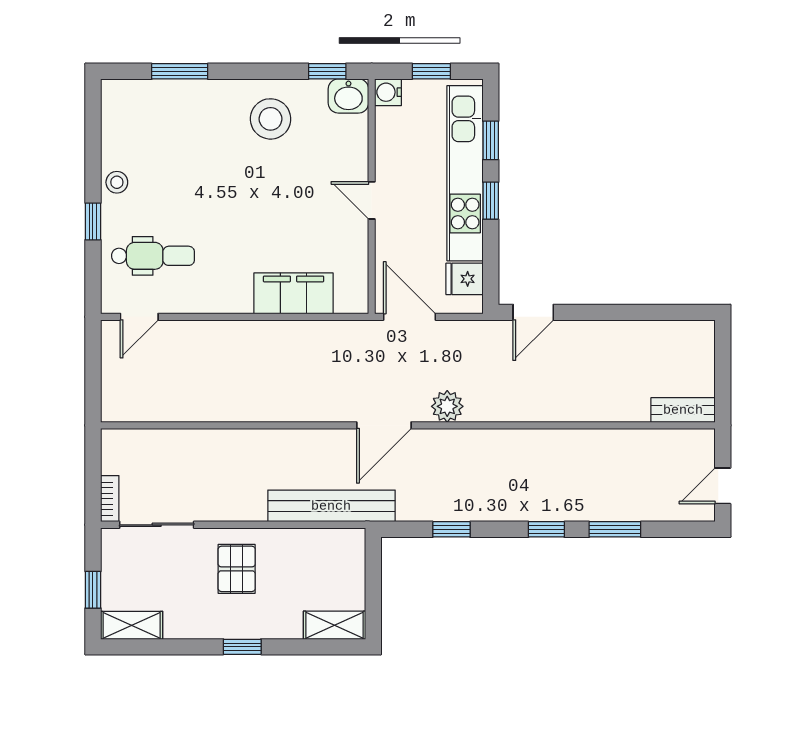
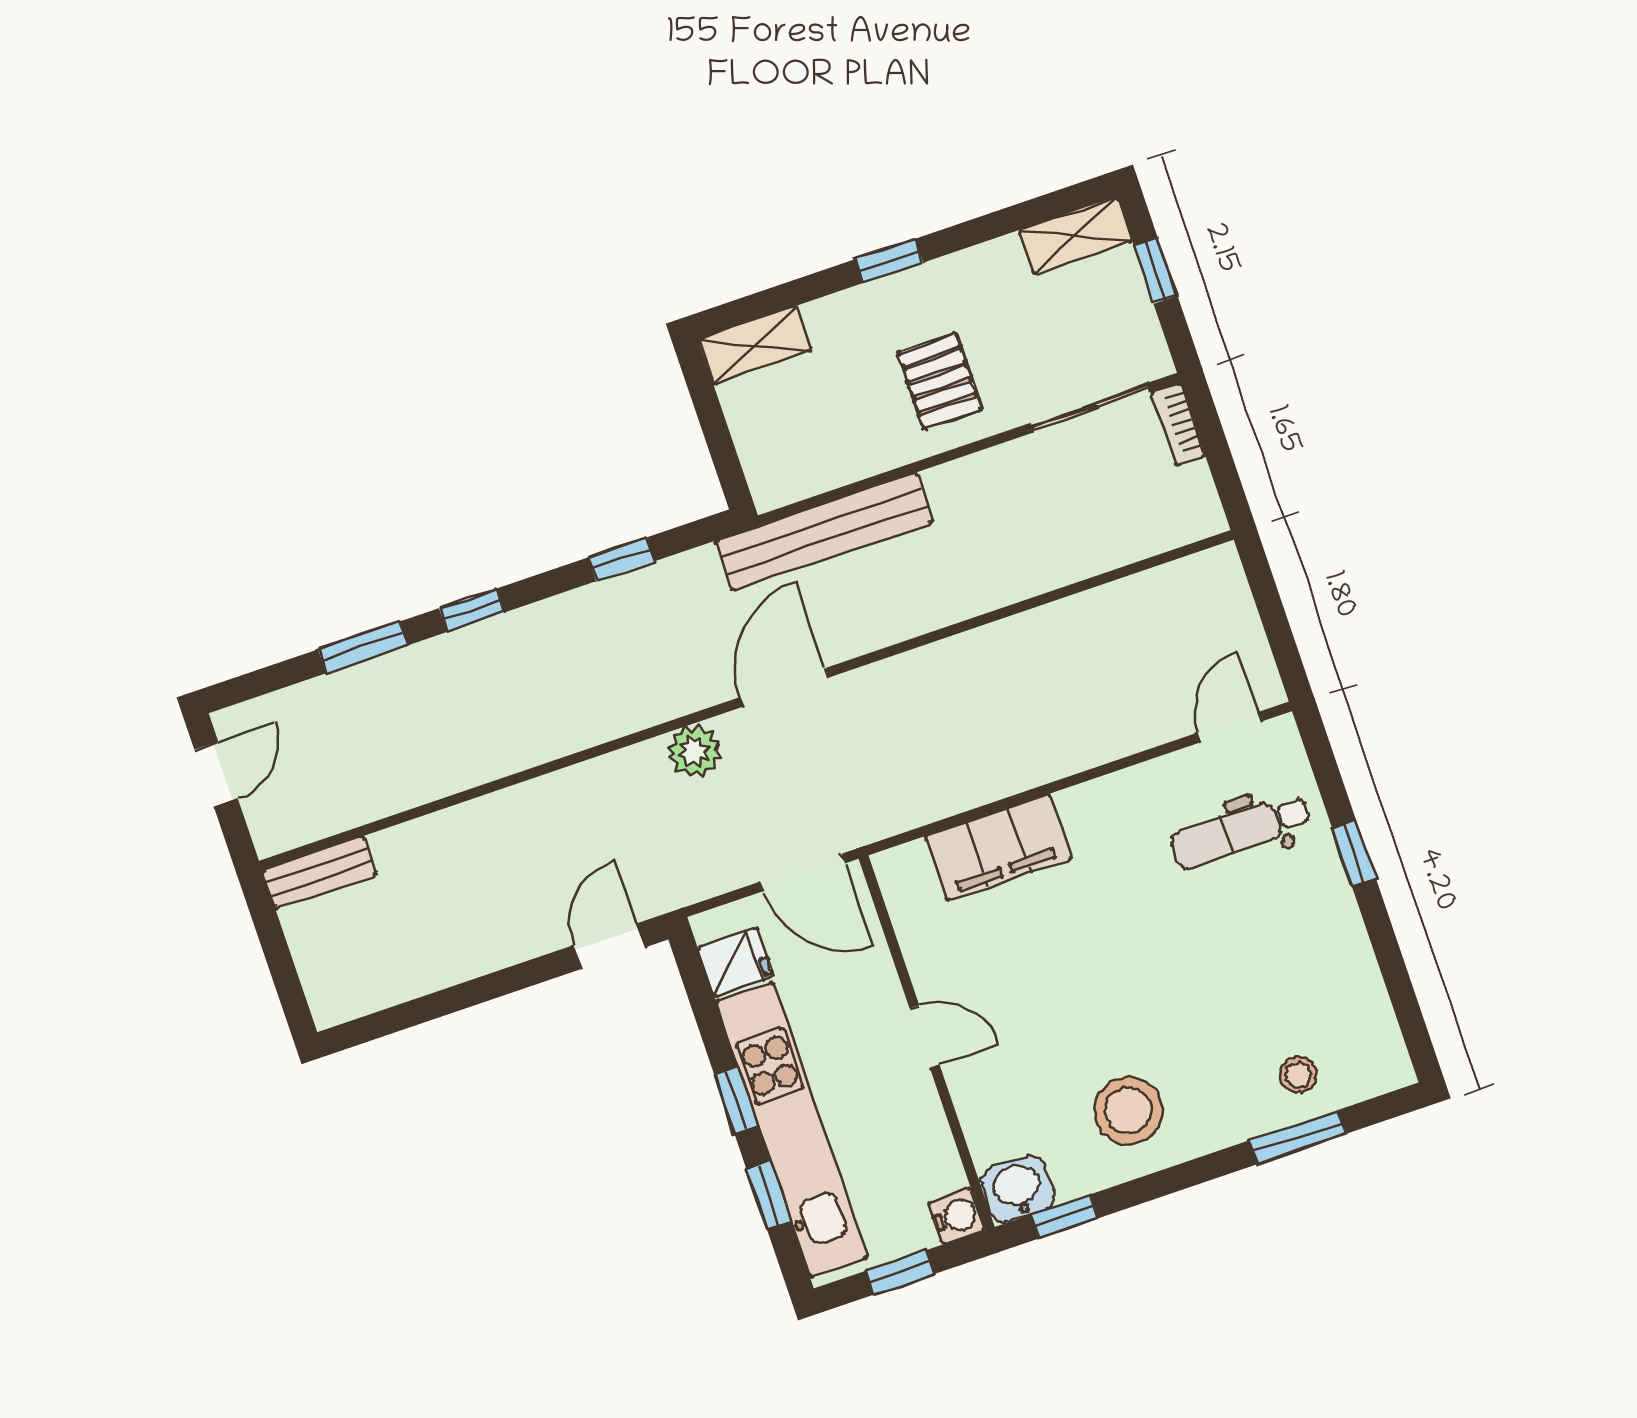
stool: (117, 182) -> (1298, 1075), moved

